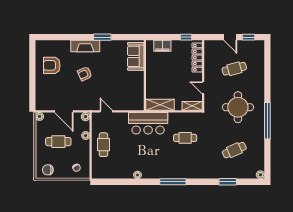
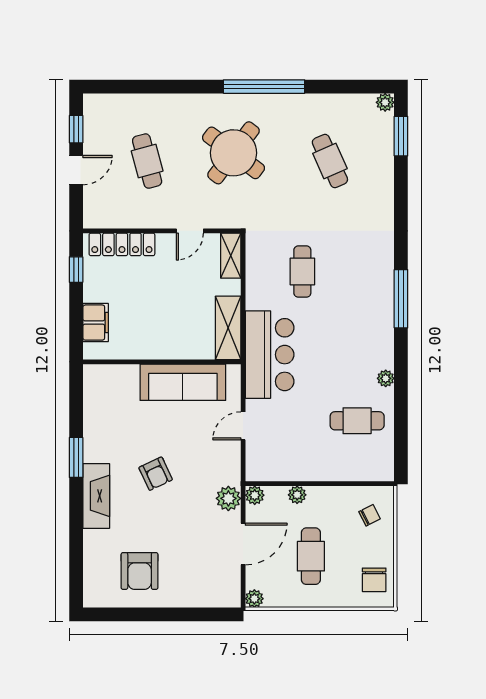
sofa: (136, 56) -> (183, 382), moved, width x1.36
armchair: (85, 74) -> (156, 474), moved
plant: (84, 105) -> (228, 498), added
round table: (238, 107) -> (234, 153), turned 37
door: (106, 111) -> (243, 426), moved
cafe table: (103, 145) -> (357, 421), moved
window: (228, 182) -> (401, 136), moved

